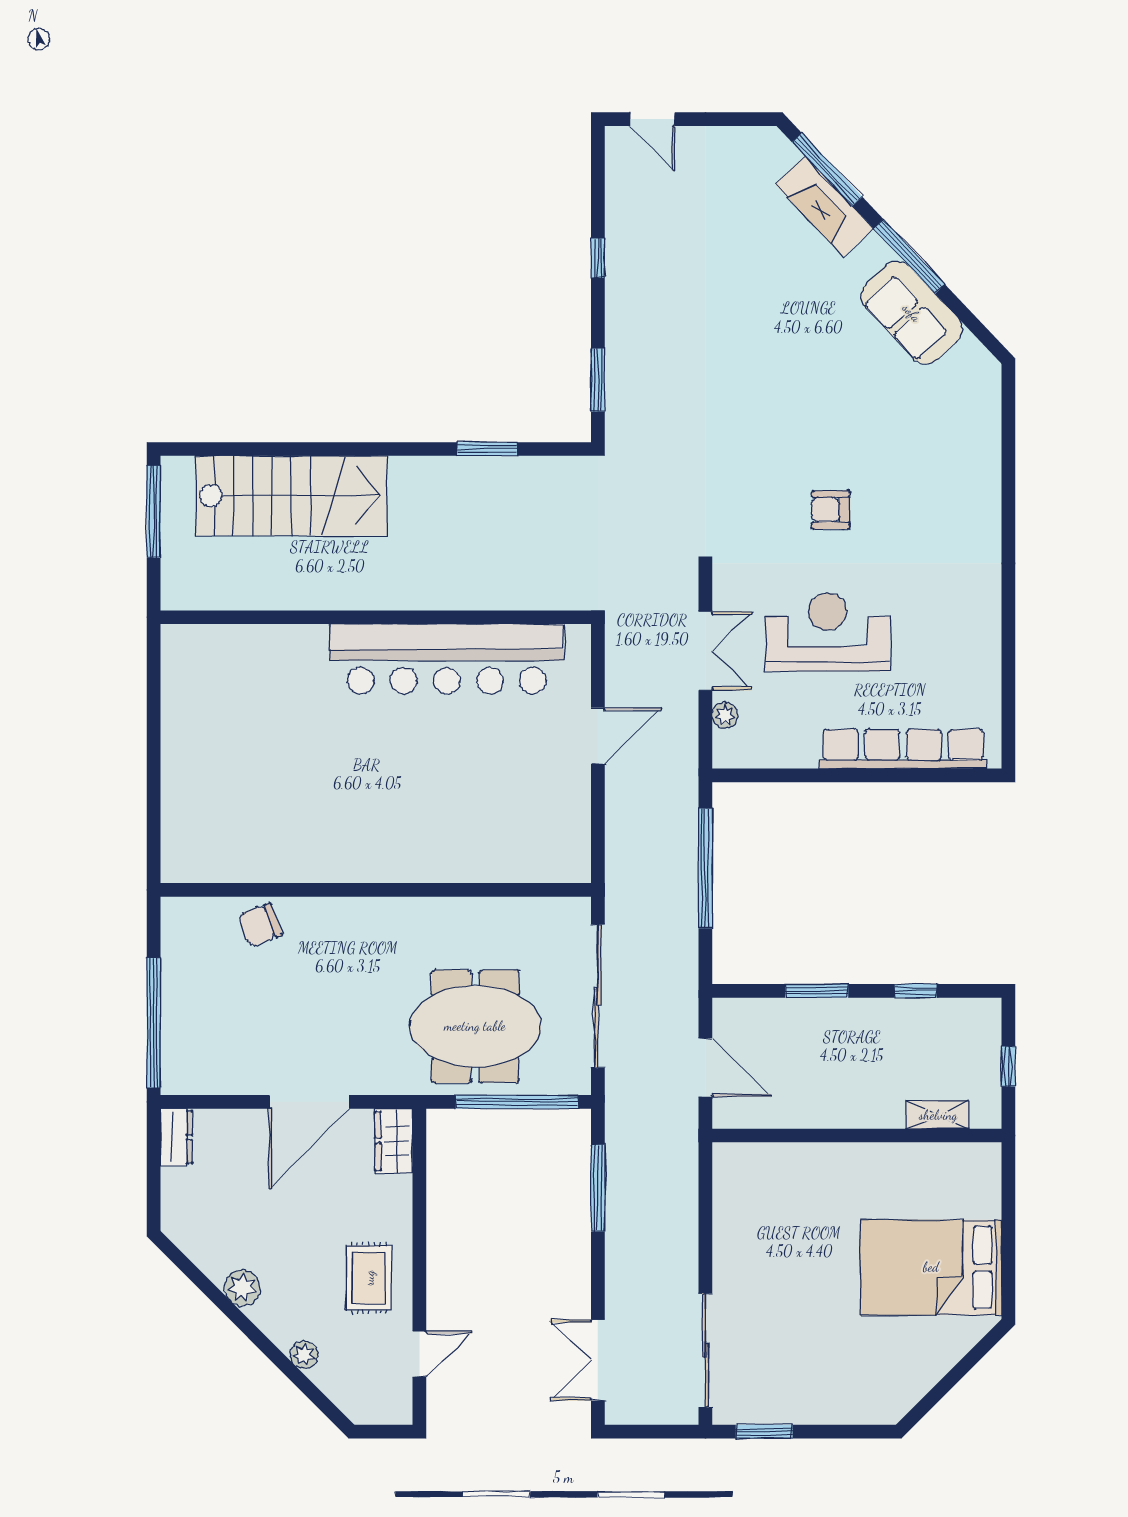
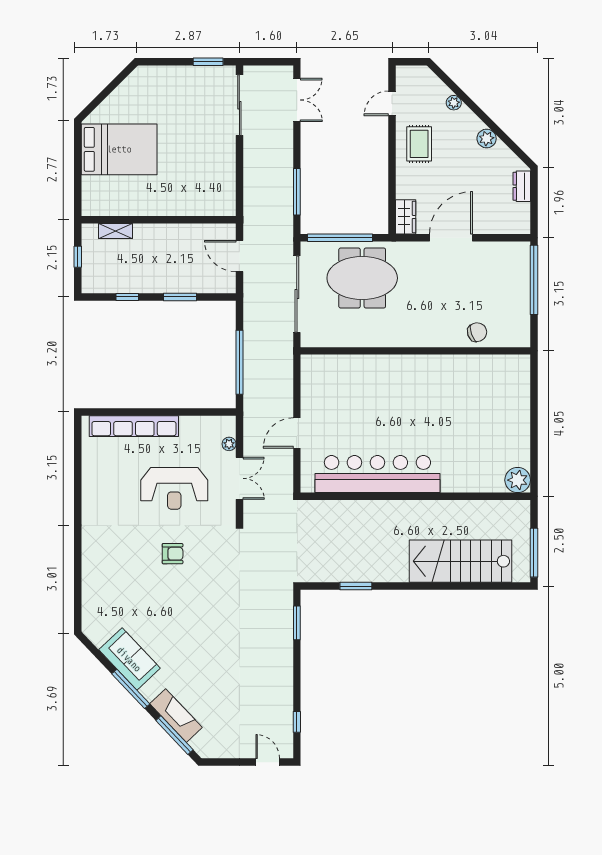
window: (598, 258) -> (297, 722), moved
plant: (184, 648) -> (518, 480), added
double door: (705, 651) -> (239, 478), swing flipped
dresser: (176, 1137) -> (522, 186), moved

